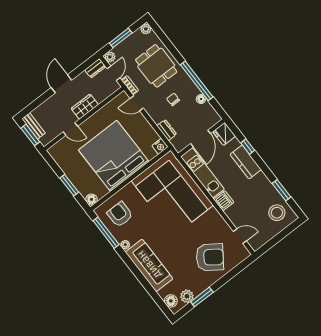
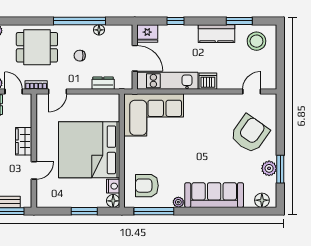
nightstand: (160, 146) -> (113, 186), moved
kitchen counter: (246, 162) -> (216, 34), moved
corner sofa: (172, 193) -> (154, 115), width x0.73, depth x0.74
plant: (187, 296) -> (269, 168), moved

